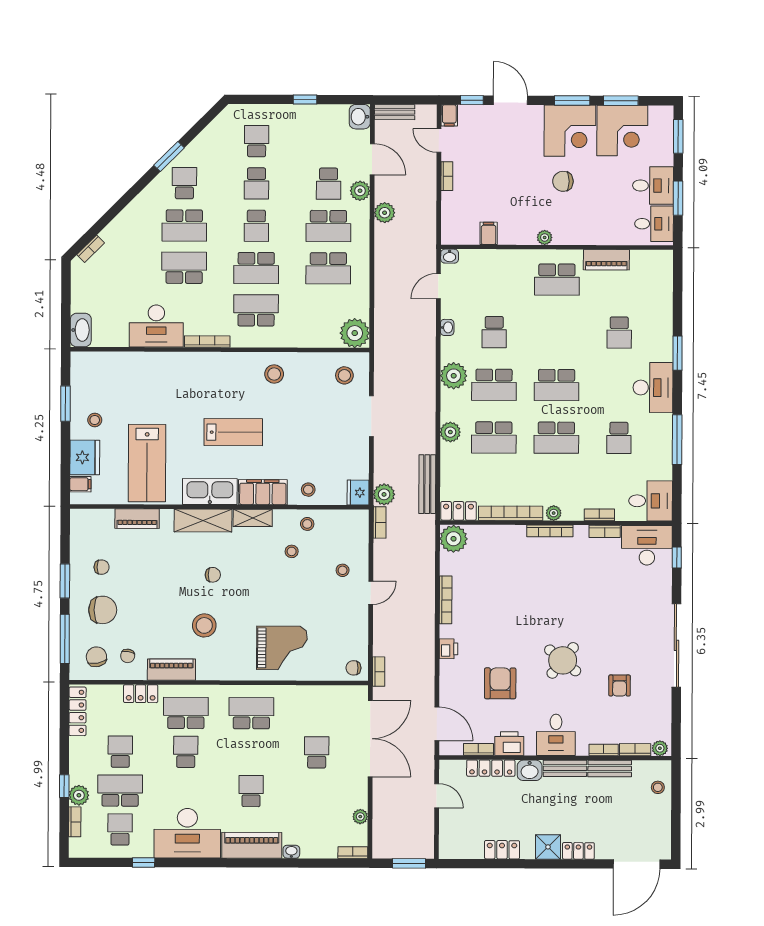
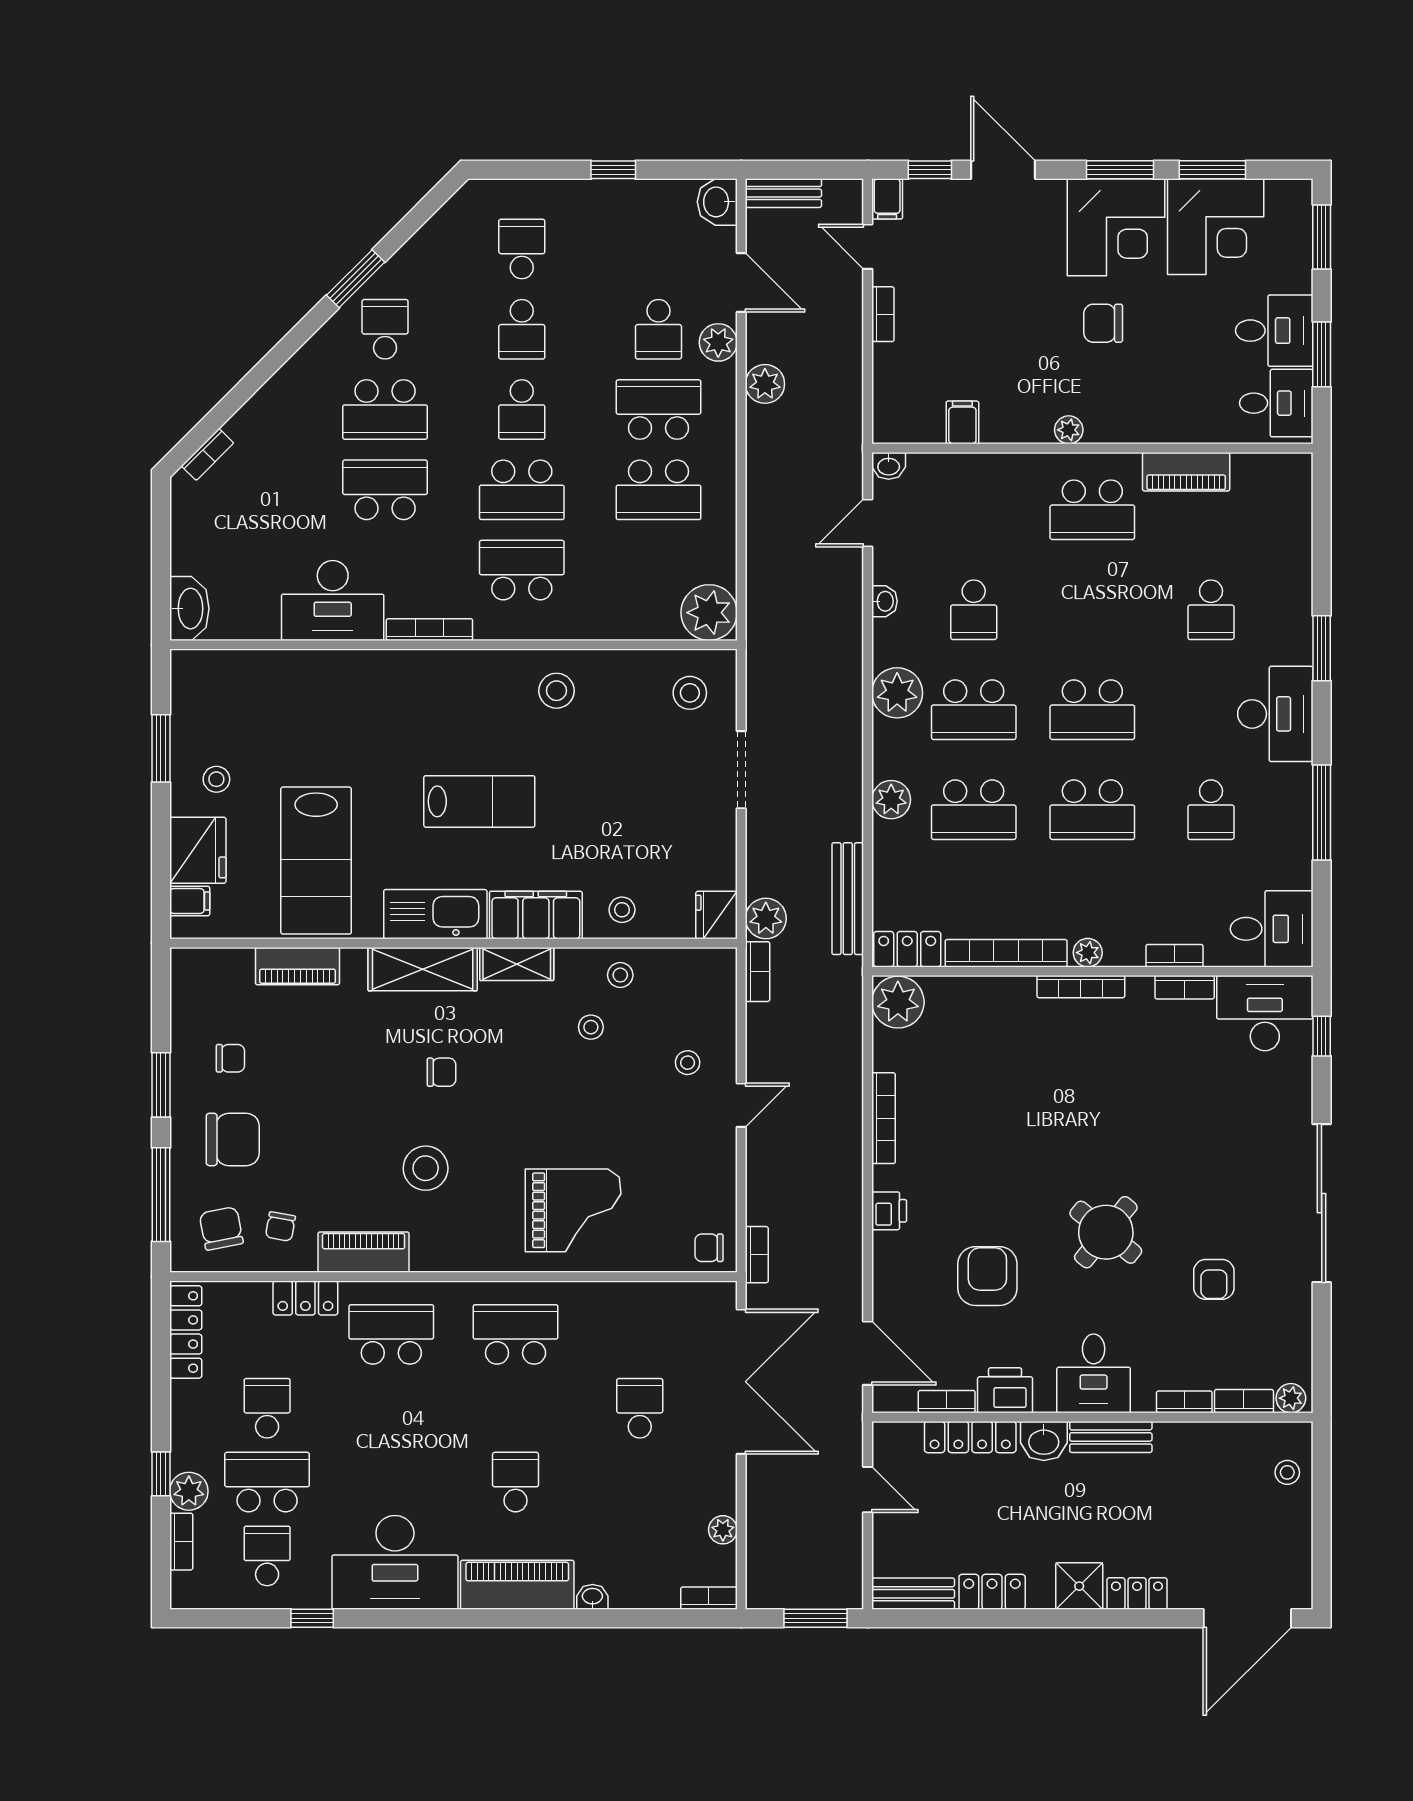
school desk: (328, 226) -> (659, 410), turned 180
school desk: (186, 752) -> (391, 1408), removed
bench: (610, 769) -> (913, 1594), moved

